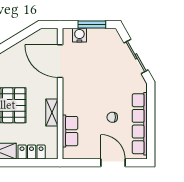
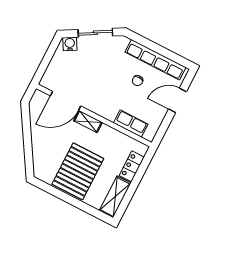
window: (92, 25) -> (48, 57), removed
water cooler: (79, 35) -> (70, 44), moved, turned 61
shelving: (52, 112) -> (88, 122), moved

